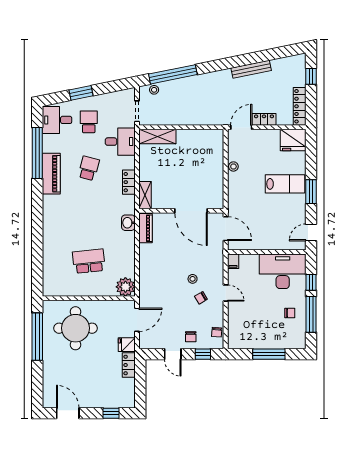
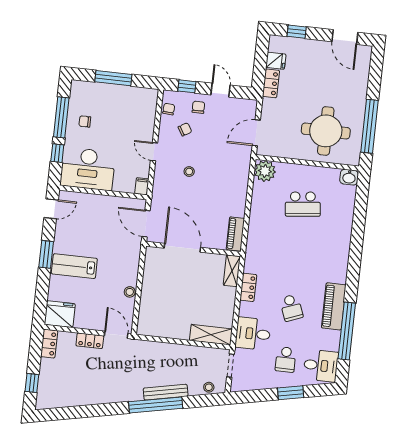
bench: (251, 69) -> (166, 392), moved
window: (173, 74) -> (156, 405), moved
locker: (300, 106) -> (49, 344), width x0.66
door: (241, 127) -> (116, 335), swing flipped
school desk: (89, 168) -> (291, 308), turned -36
washbasin: (128, 223) -> (349, 177), moved, turned 90
chair: (201, 298) -> (185, 129), moved
fridge: (127, 345) -> (276, 61), moved

